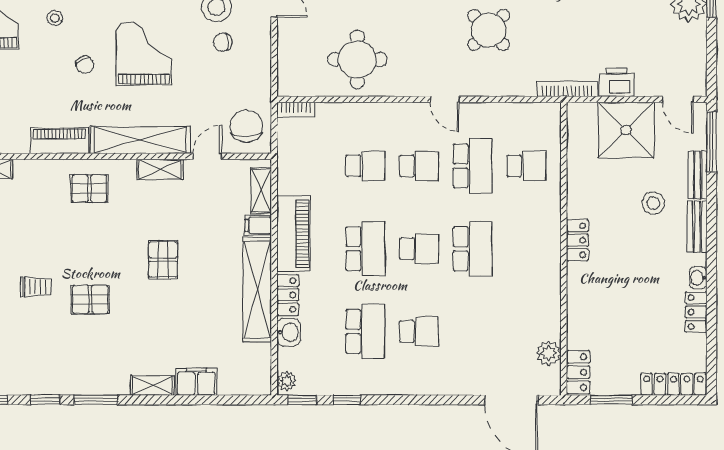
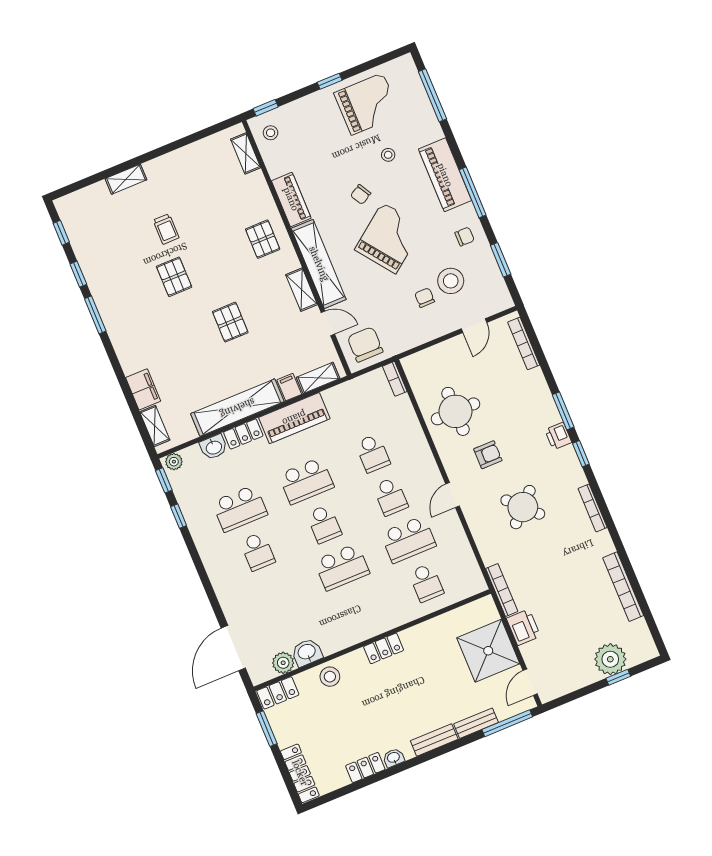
armchair: (418, 44) -> (488, 455), added
grand piano: (144, 54) -> (389, 238), turned -37
chair: (246, 126) -> (365, 344), turned -90
stool: (653, 203) -> (330, 677), moved
pallet: (163, 260) -> (230, 322), turned 90
washbasin: (548, 323) -> (307, 652), added
shelving: (152, 385) -> (155, 426), moved

